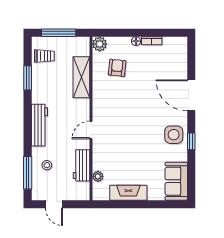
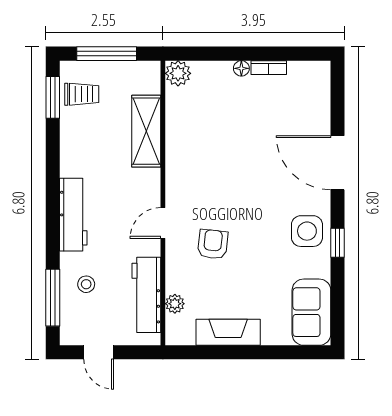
armchair: (117, 68) -> (213, 244), moved
window: (28, 78) -> (53, 97), moved
workbench: (81, 165) -> (146, 295), width x1.38

